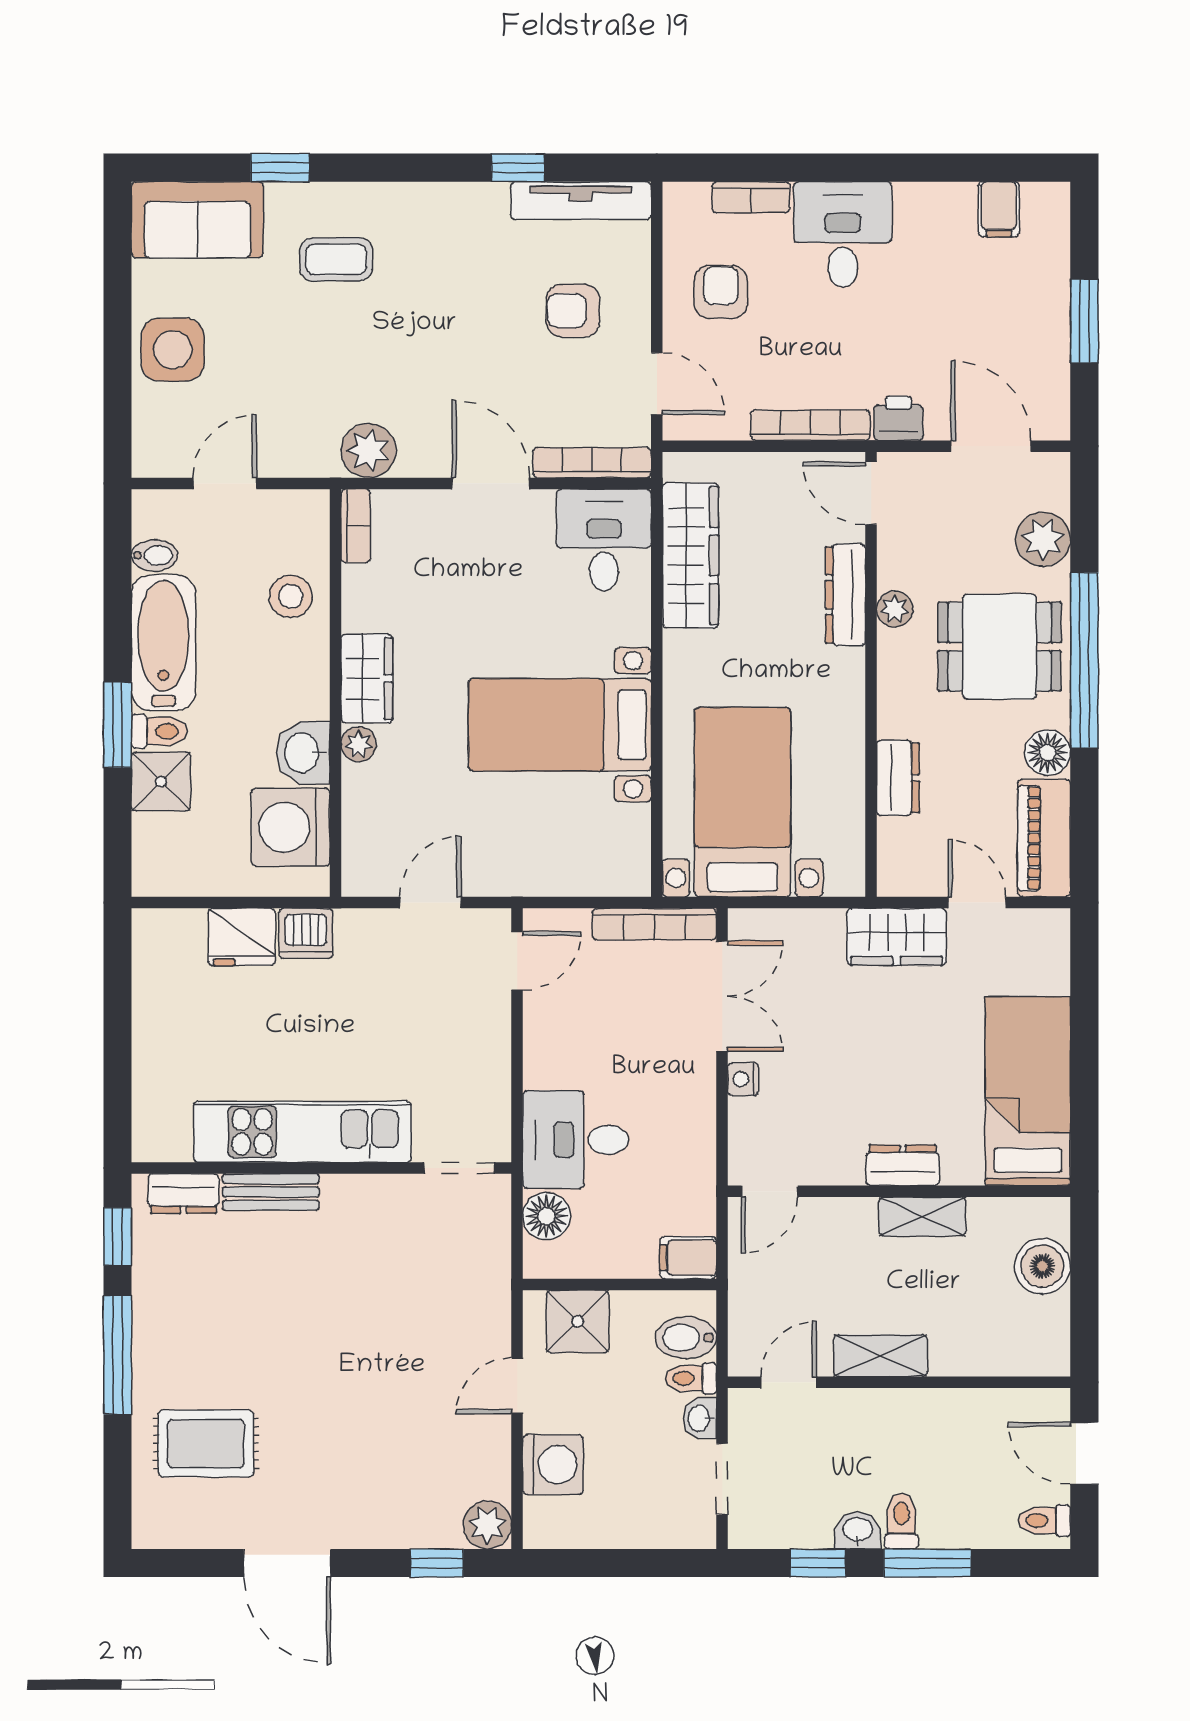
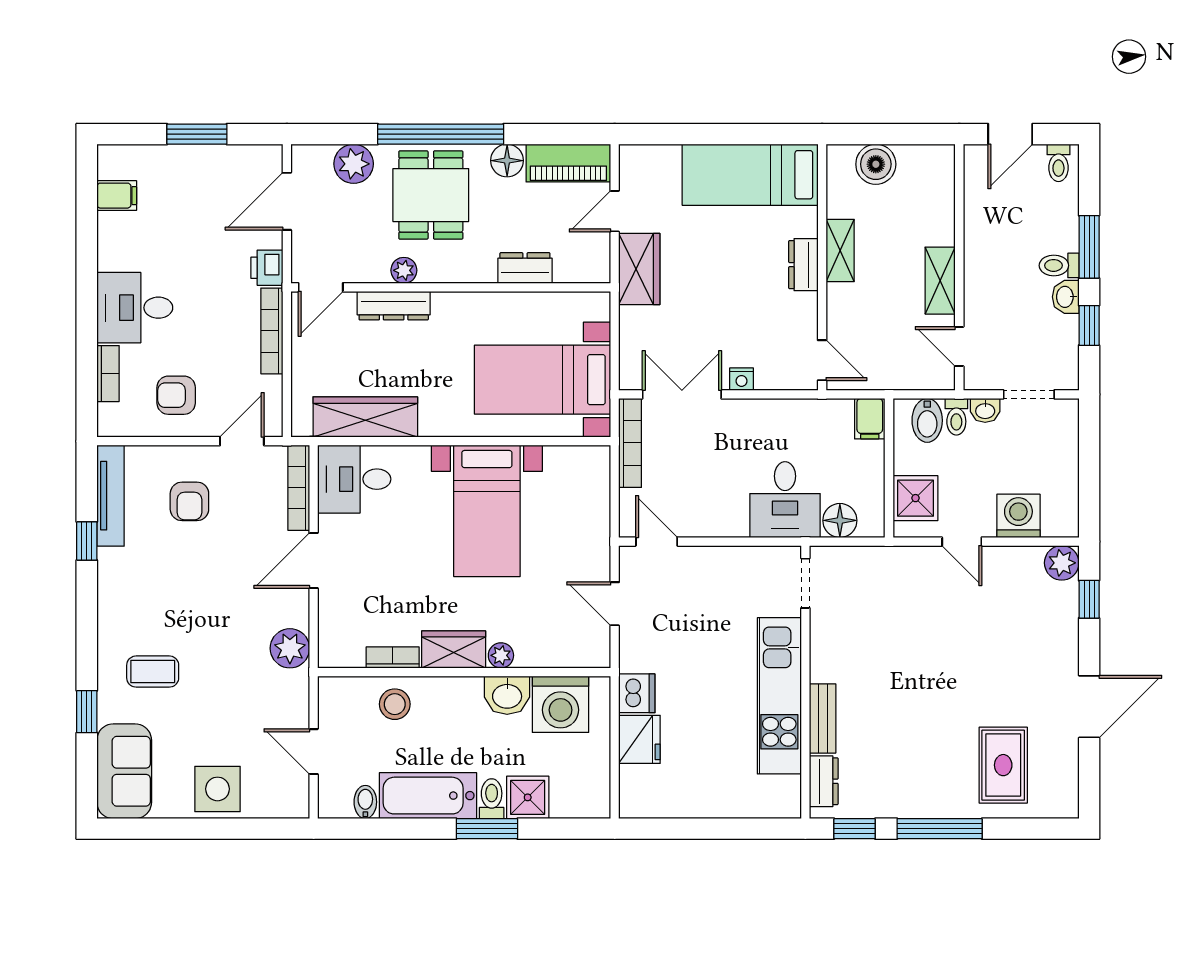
coffee table: (336, 259) -> (153, 672), turned 90
bookcase: (356, 526) -> (393, 657), moved

